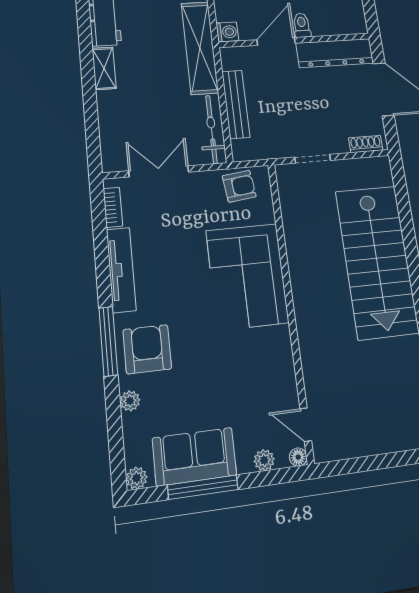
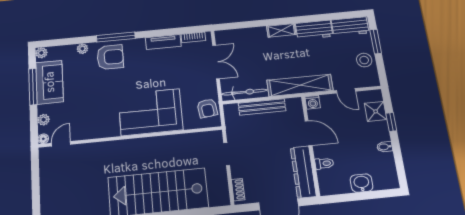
toilet: (302, 25) -> (324, 163), moved
tv unit: (121, 270) -> (163, 42), width x0.71

